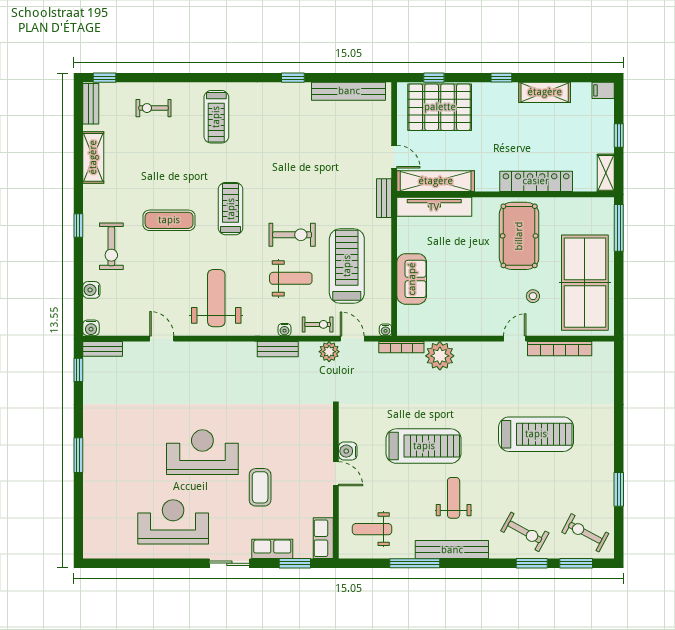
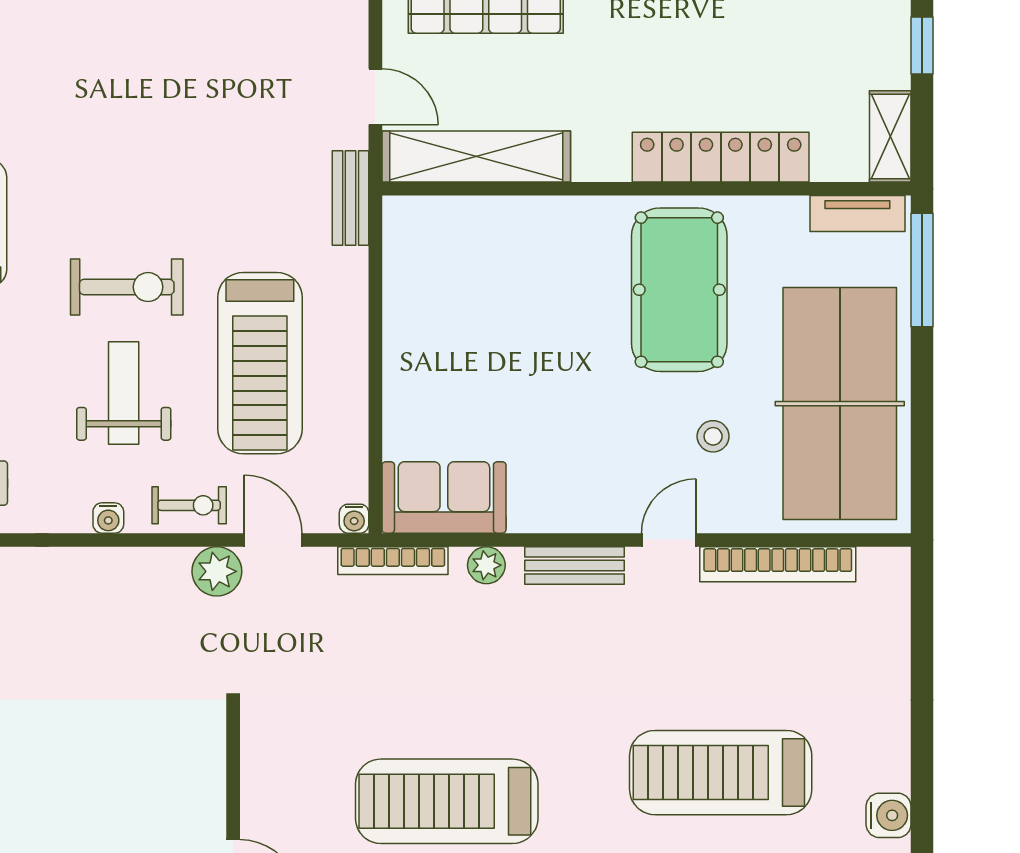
tv unit: (434, 207) -> (857, 214), moved, width x0.52, depth x0.78
treadmill: (347, 266) -> (260, 363), turned 180
weight bench: (291, 278) -> (124, 393), turned -90
sofa: (412, 279) -> (444, 497), moved, turned -90
bench: (278, 349) -> (575, 566), moved
plant: (440, 356) -> (486, 565), width x0.53, depth x0.53
treadmill: (536, 434) -> (721, 773), turned 180
treadmill: (424, 446) -> (447, 801), turned 180
water cooler: (348, 451) -> (889, 815), moved, turned 180

